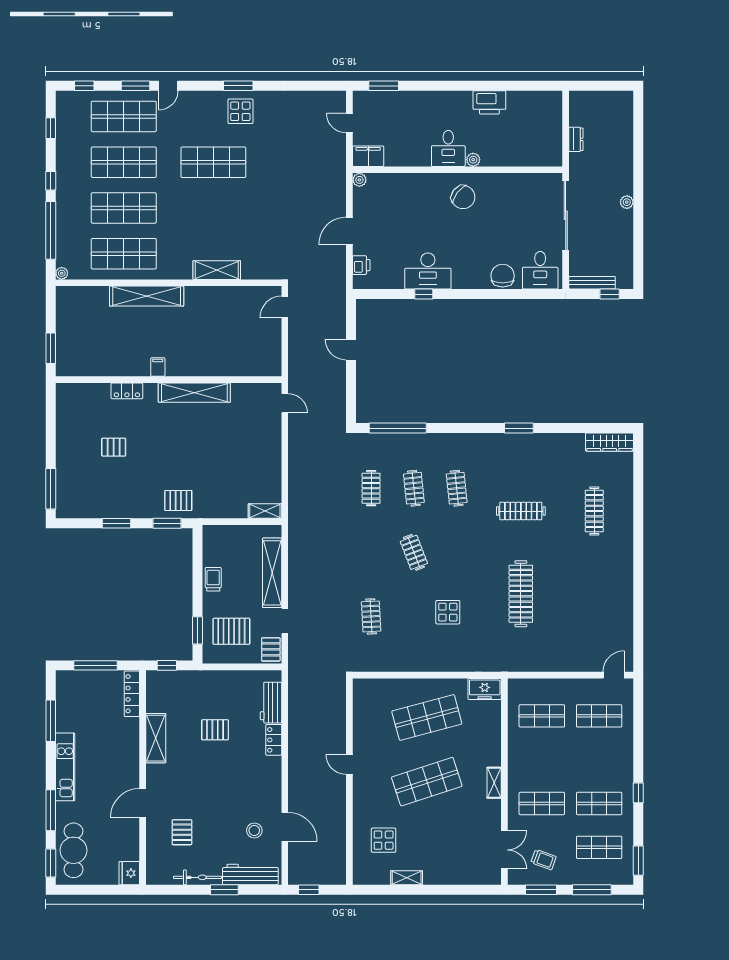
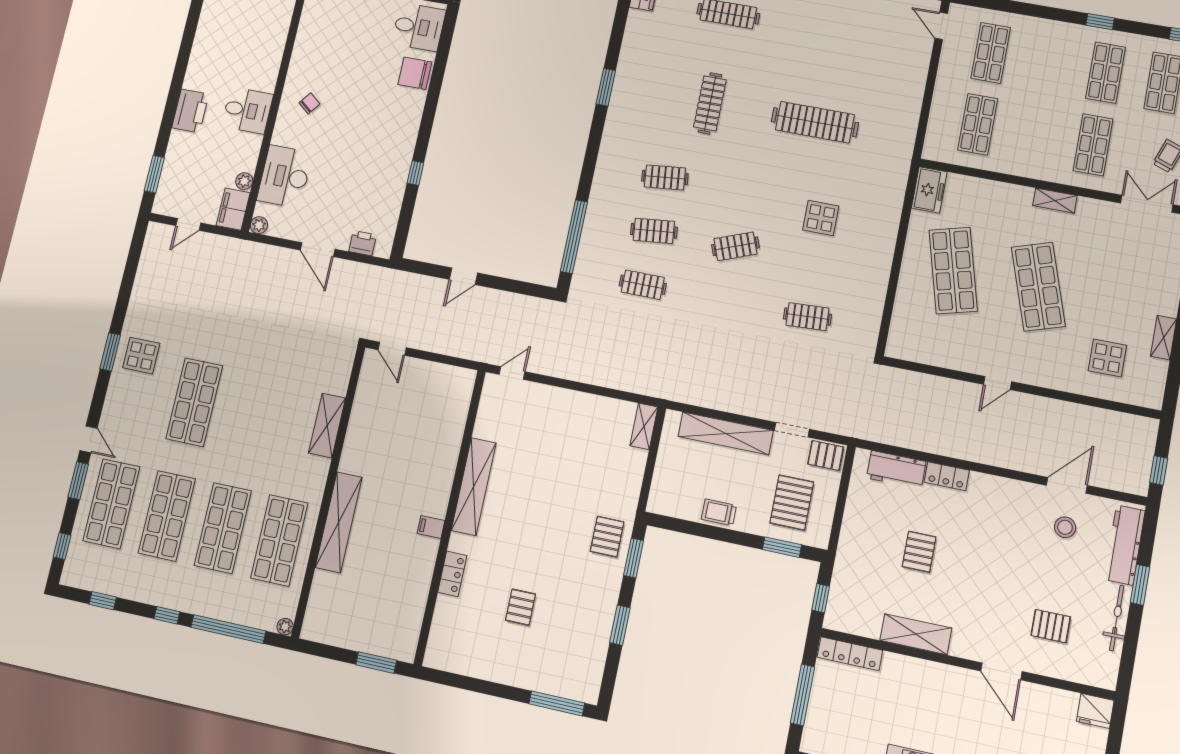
printer: (489, 102) -> (190, 111), moved
plant: (473, 160) -> (244, 181), moved
chair: (463, 197) -> (309, 103), width x0.54, depth x0.54
desk: (428, 271) -> (285, 176), moved, turned 180

